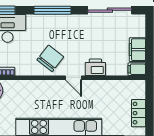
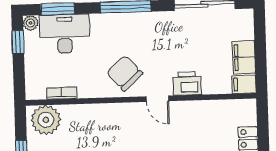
chair: (50, 58) -> (125, 73), turned -80

